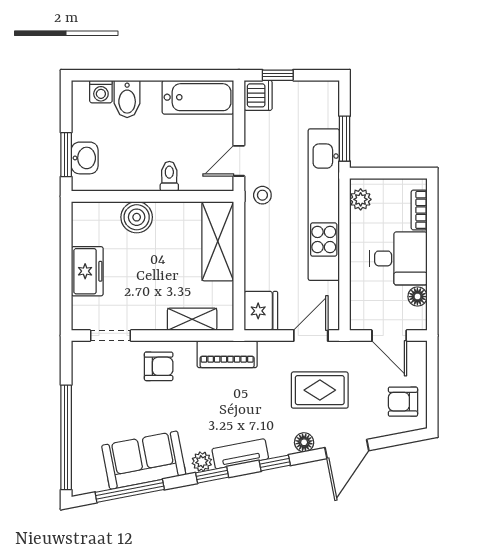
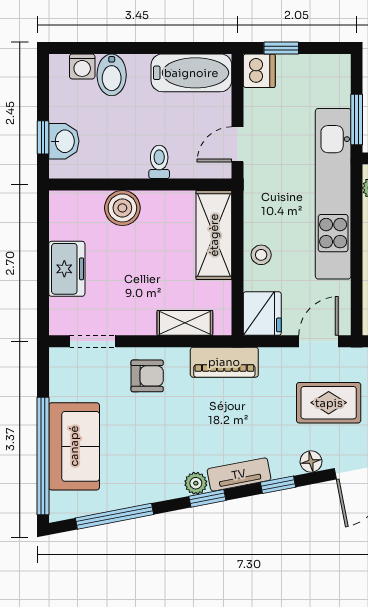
window: (66, 155) -> (43, 137), width x0.67
stool: (262, 195) -> (261, 255), moved
sofa: (144, 460) -> (74, 446), moved, turned 101

